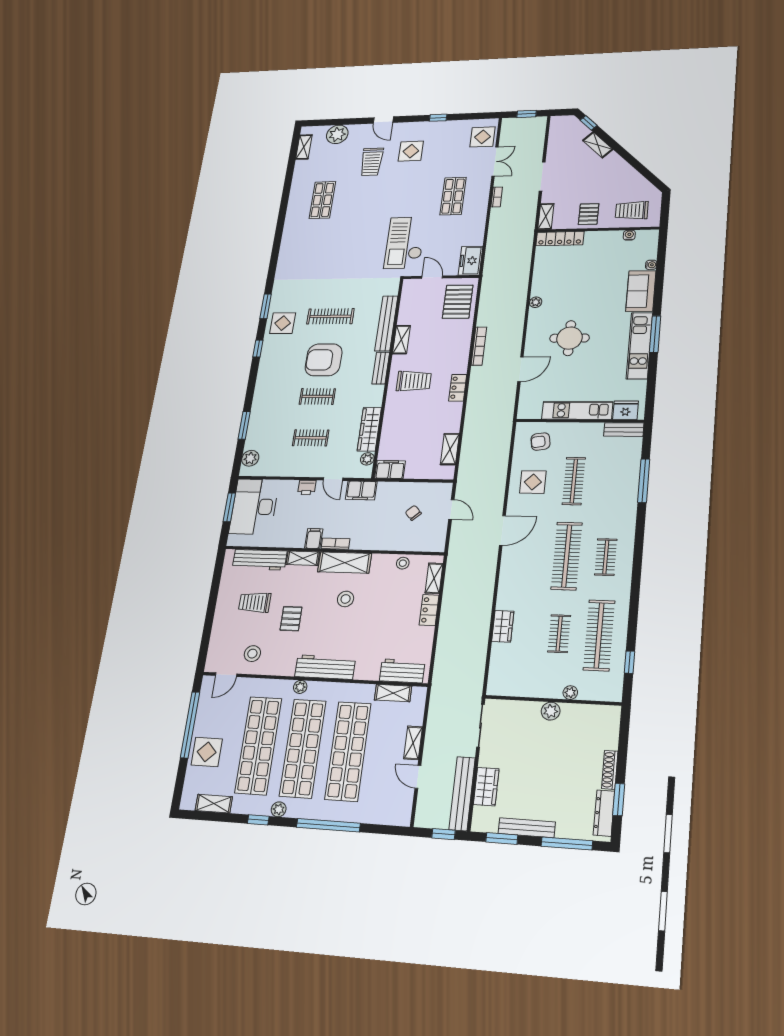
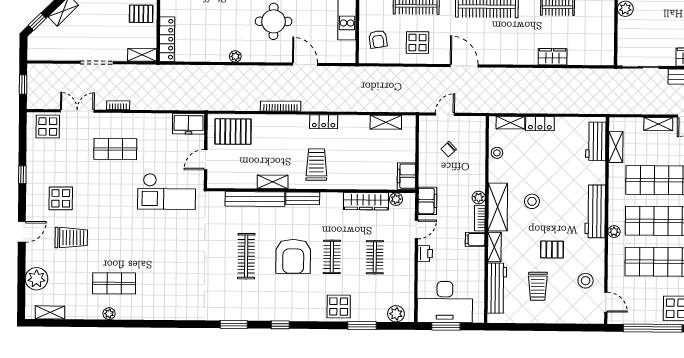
plant: (294, 197) -> (109, 314), added
display table: (283, 323) -> (339, 307), moved
plant: (357, 543) -> (479, 198), added

